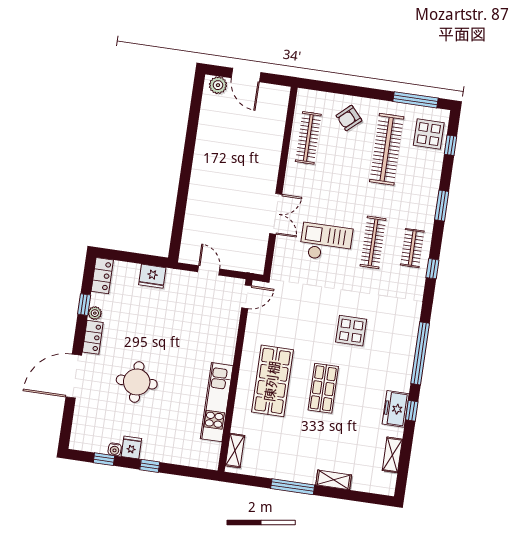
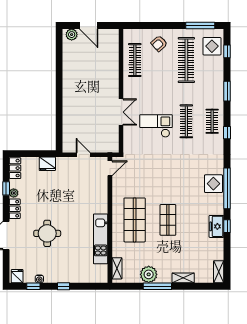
display table: (351, 331) -> (213, 184), moved
fridge: (131, 447) -> (17, 276), moved
shelving: (392, 455) -> (219, 272), moved
plant: (282, 467) -> (149, 274), added

